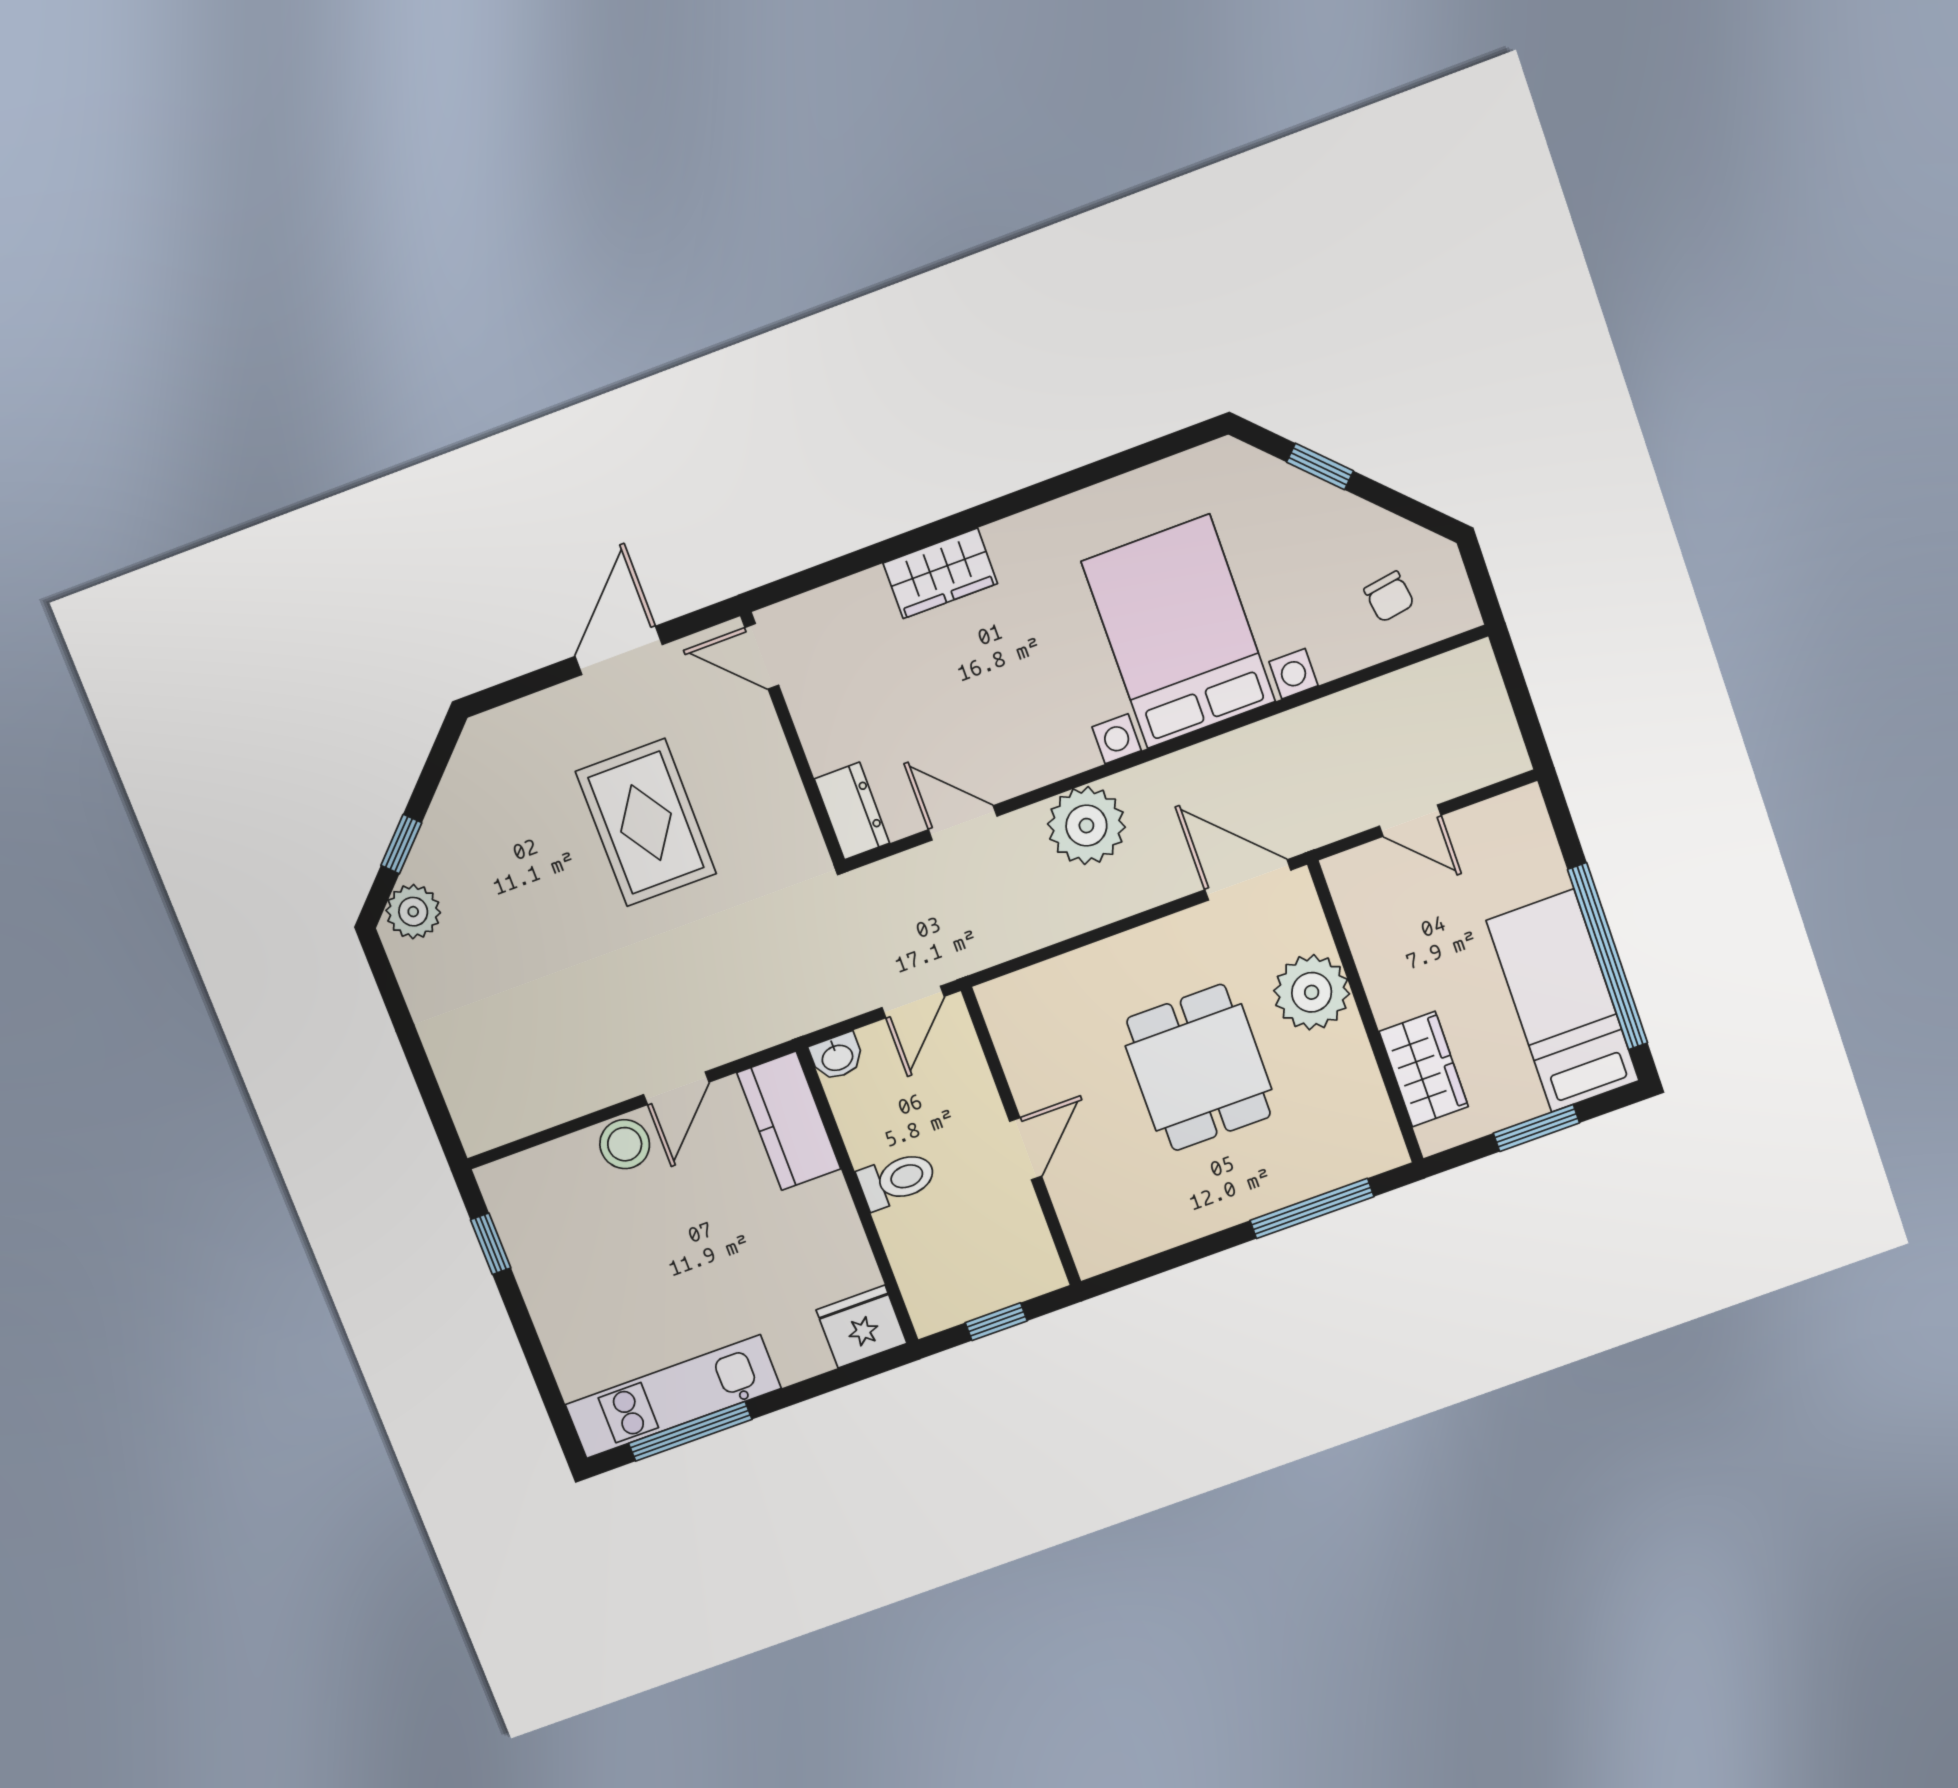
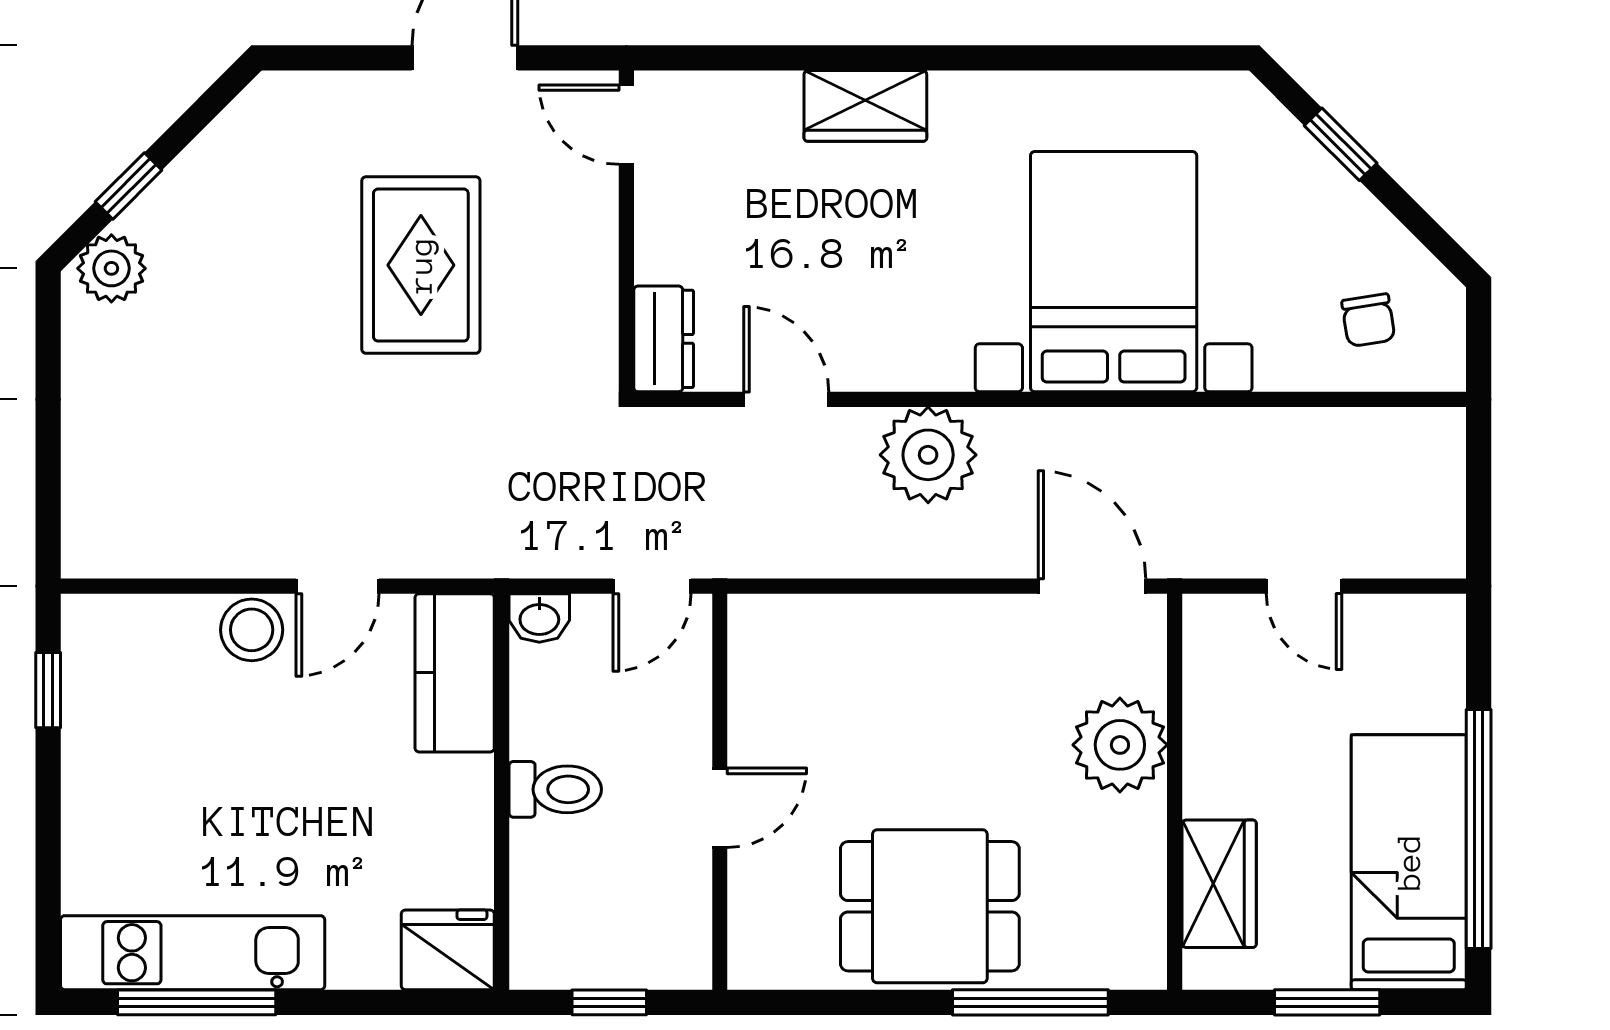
dining table: (1199, 1068) -> (930, 906), moved, turned 90

